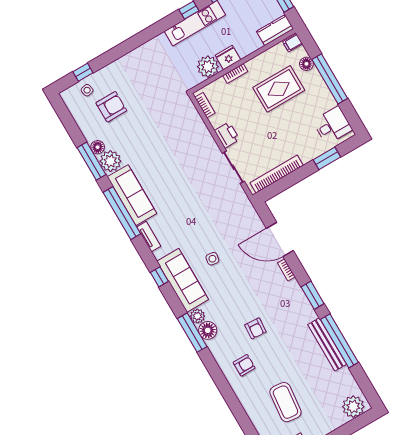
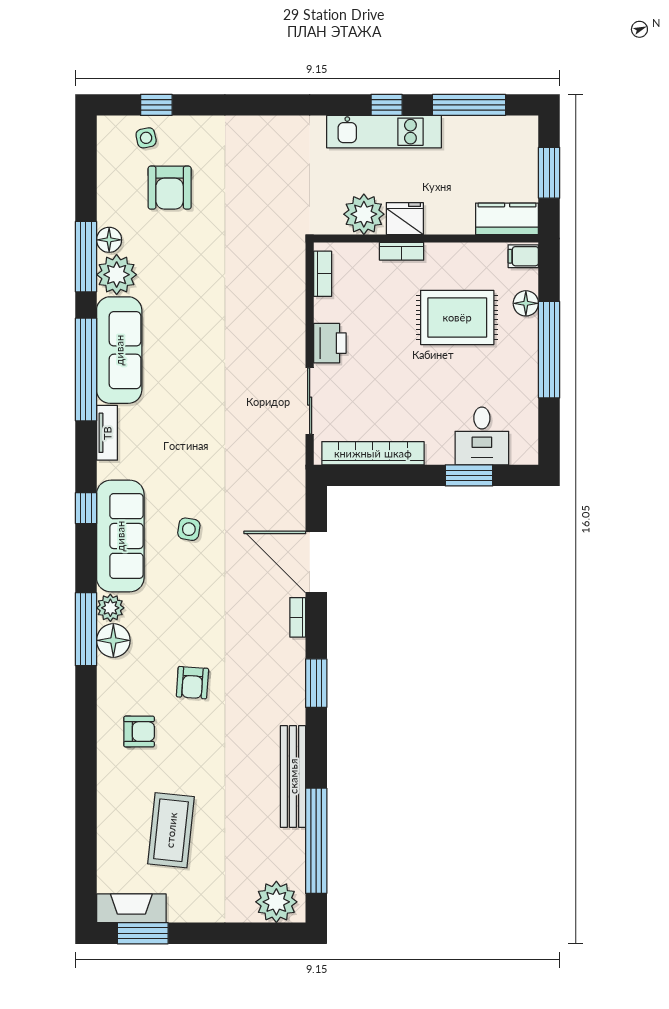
armchair: (111, 107) -> (170, 188), turned 90
desk: (332, 125) -> (482, 436), moved, turned 90
window: (339, 341) -> (316, 841), moved

